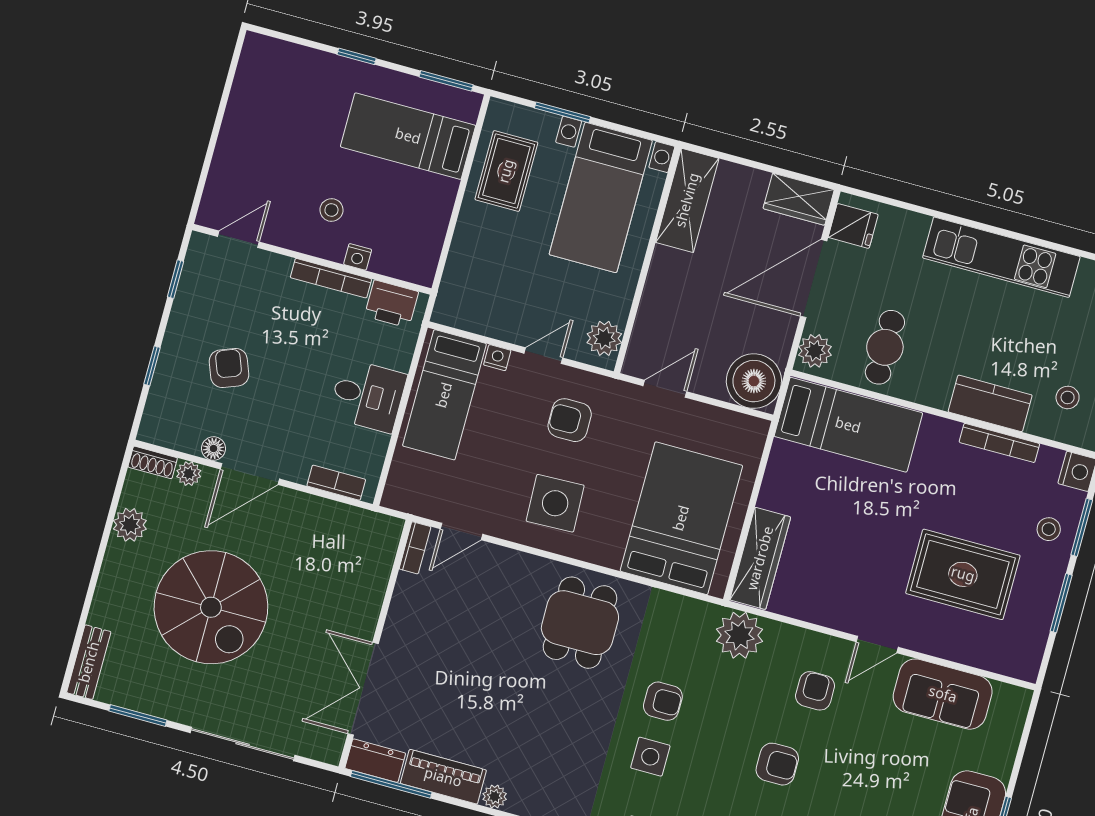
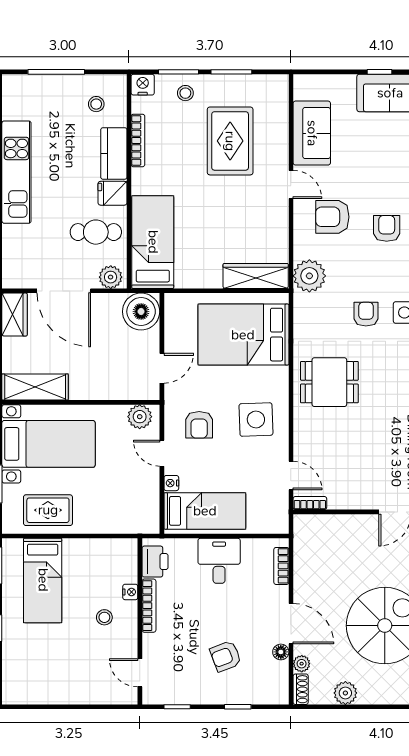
fridge: (853, 226) -> (112, 193), moved, turned -90
door: (665, 389) -> (162, 368), swing flipped
armchair: (815, 691) -> (332, 217), width x1.38, depth x1.38

